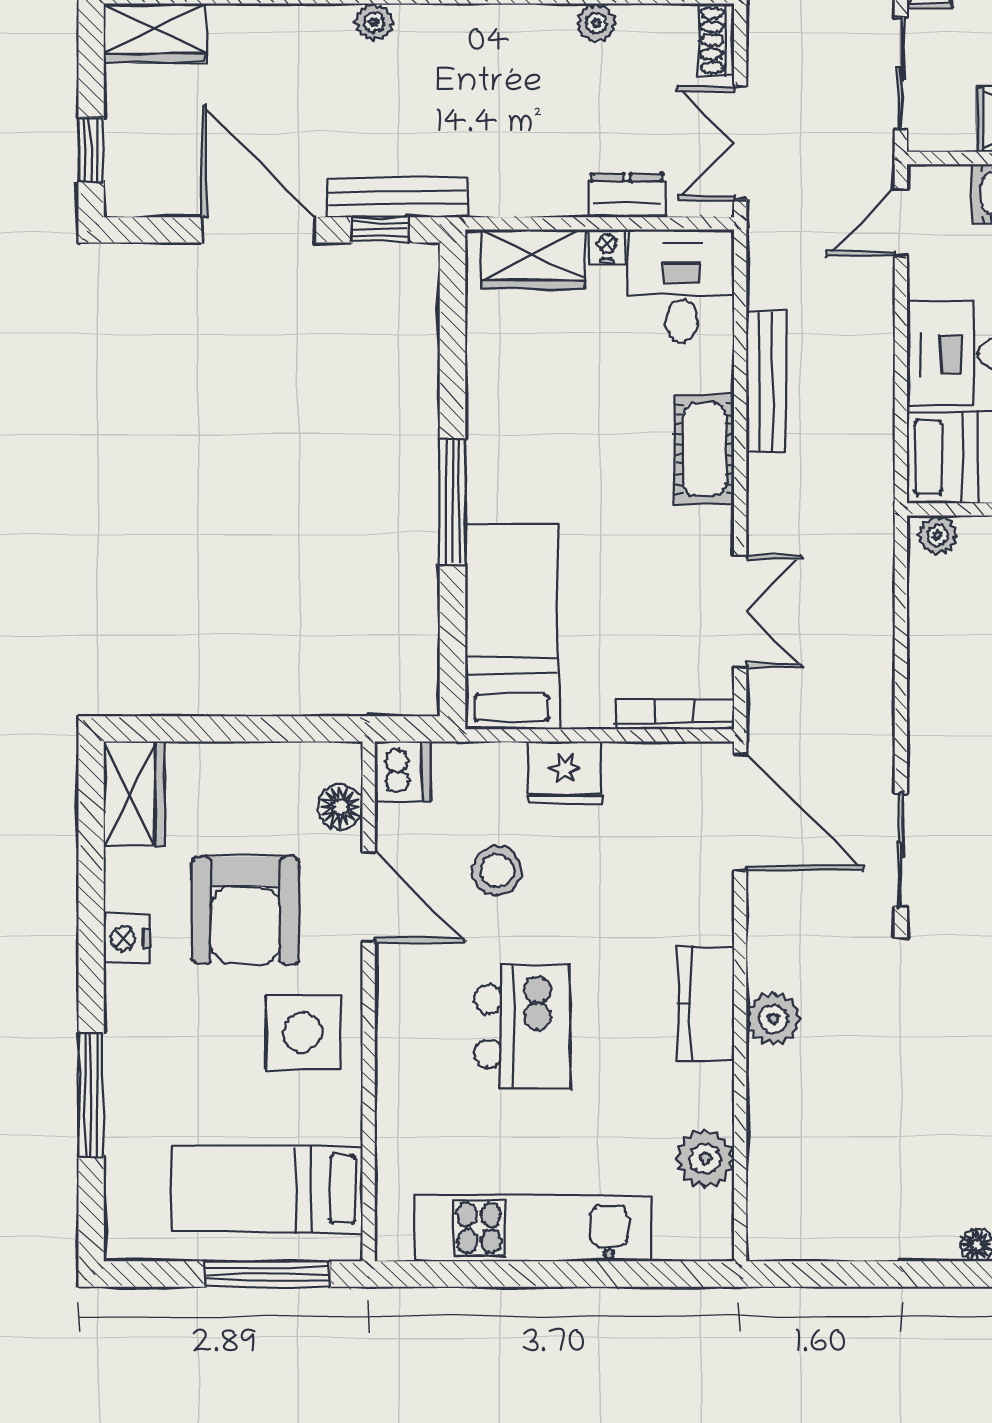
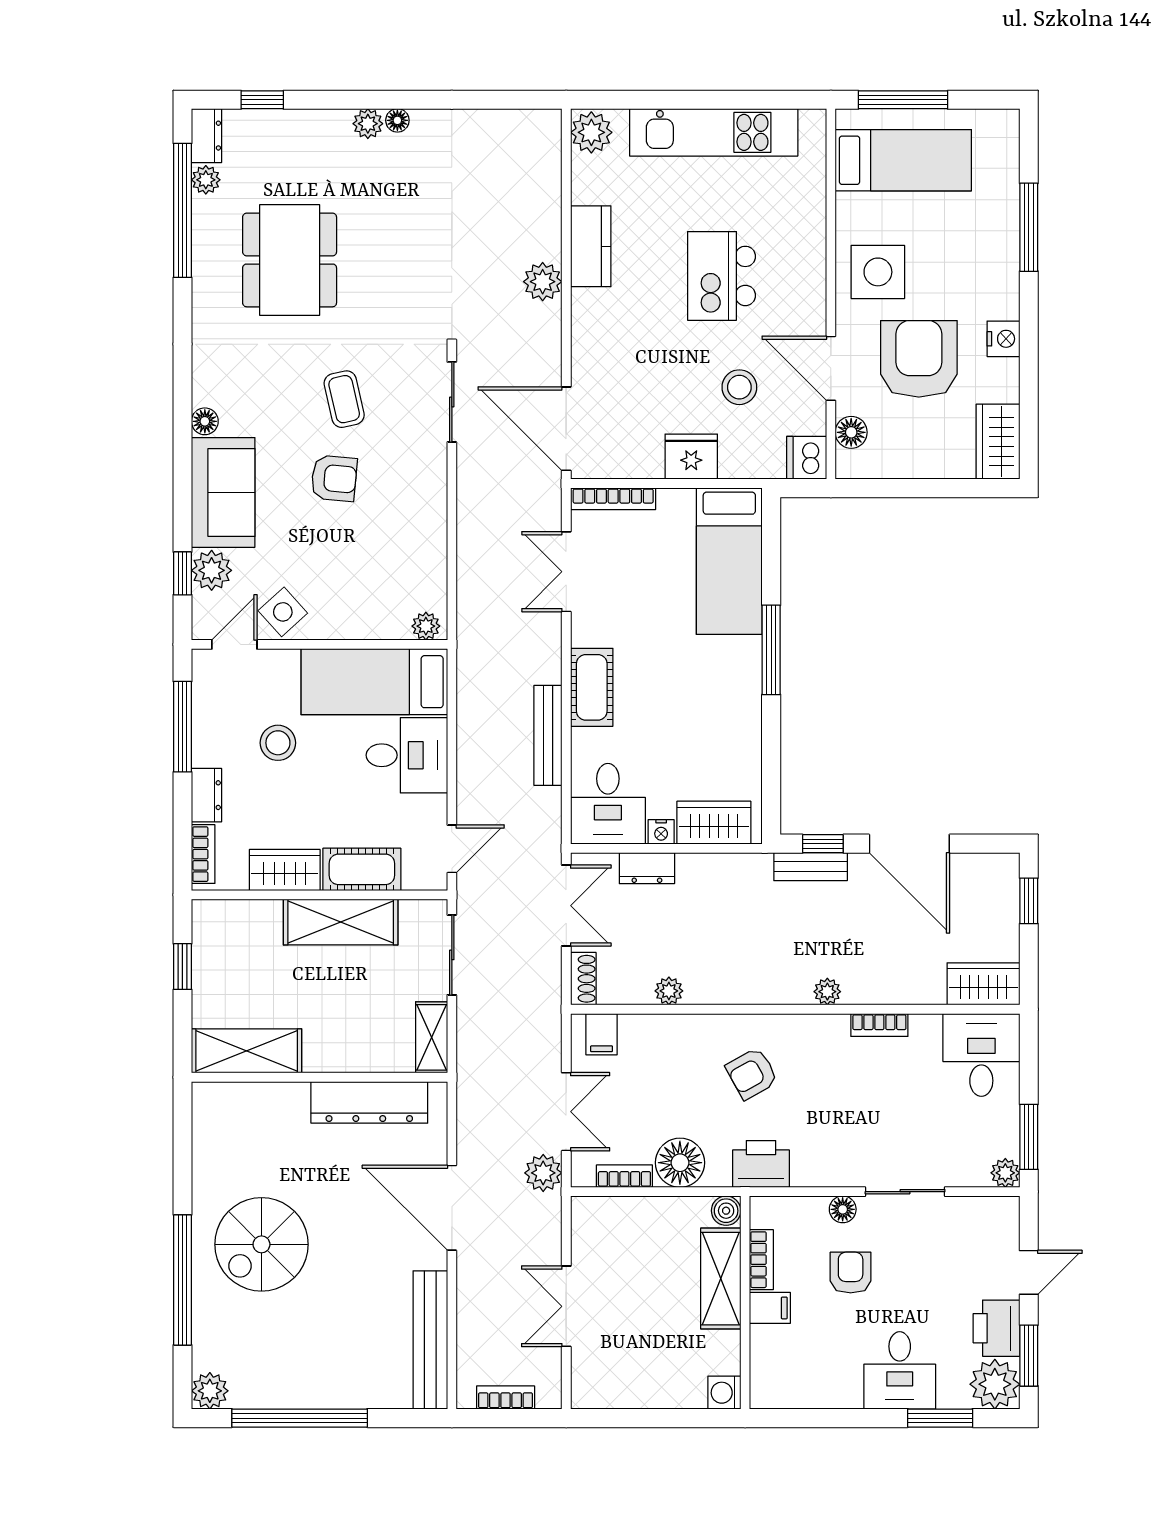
bench: (397, 198) -> (811, 867), width x0.73
kitchen counter: (706, 1004) -> (591, 246), moved
plant: (705, 1158) -> (591, 132), moved

